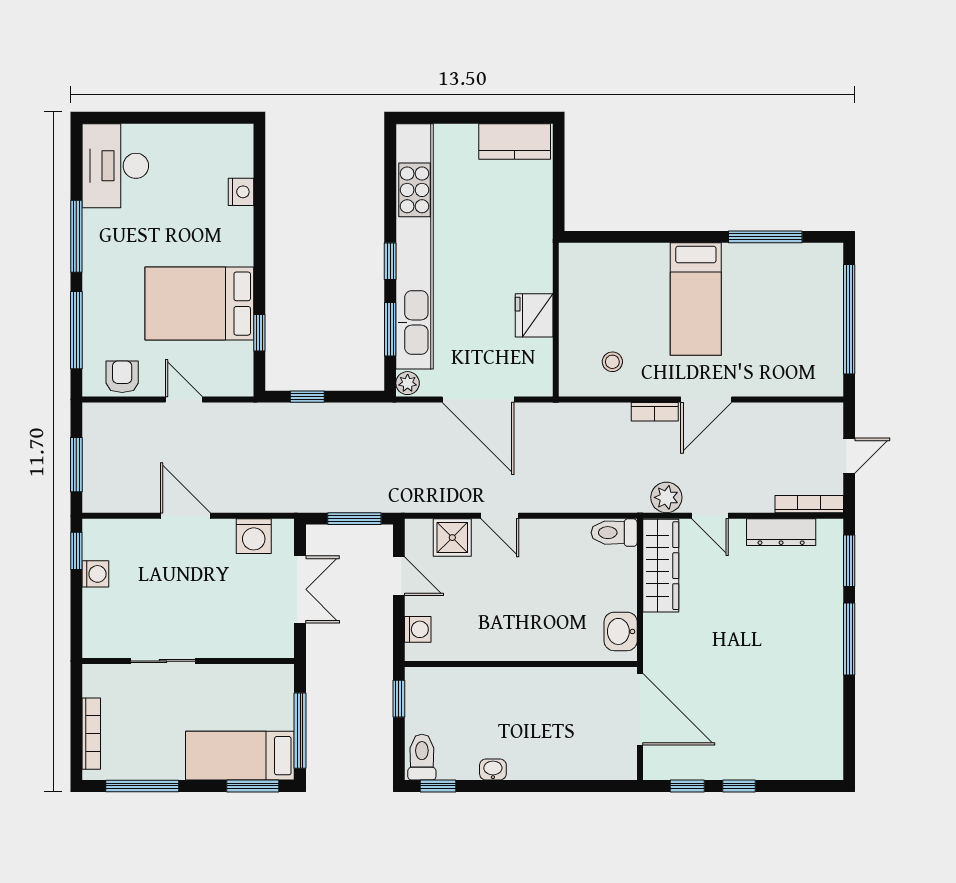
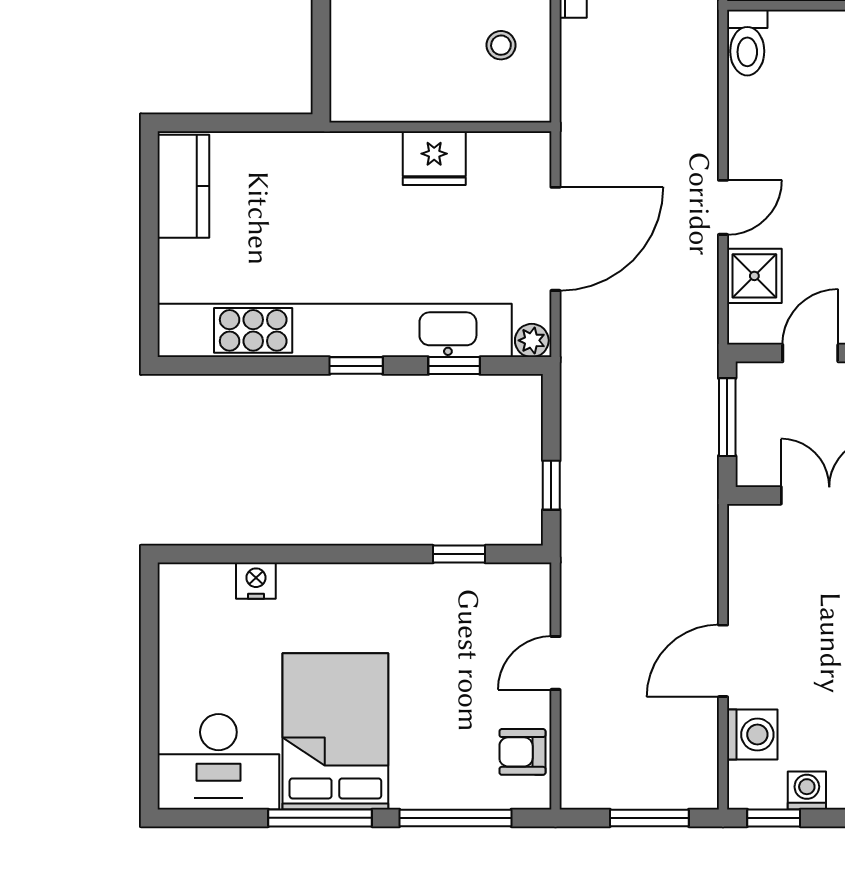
bed: (199, 304) -> (335, 731), moved, turned 180
window: (390, 329) -> (454, 366), width x0.67
washing machine: (254, 536) -> (752, 735), moved

